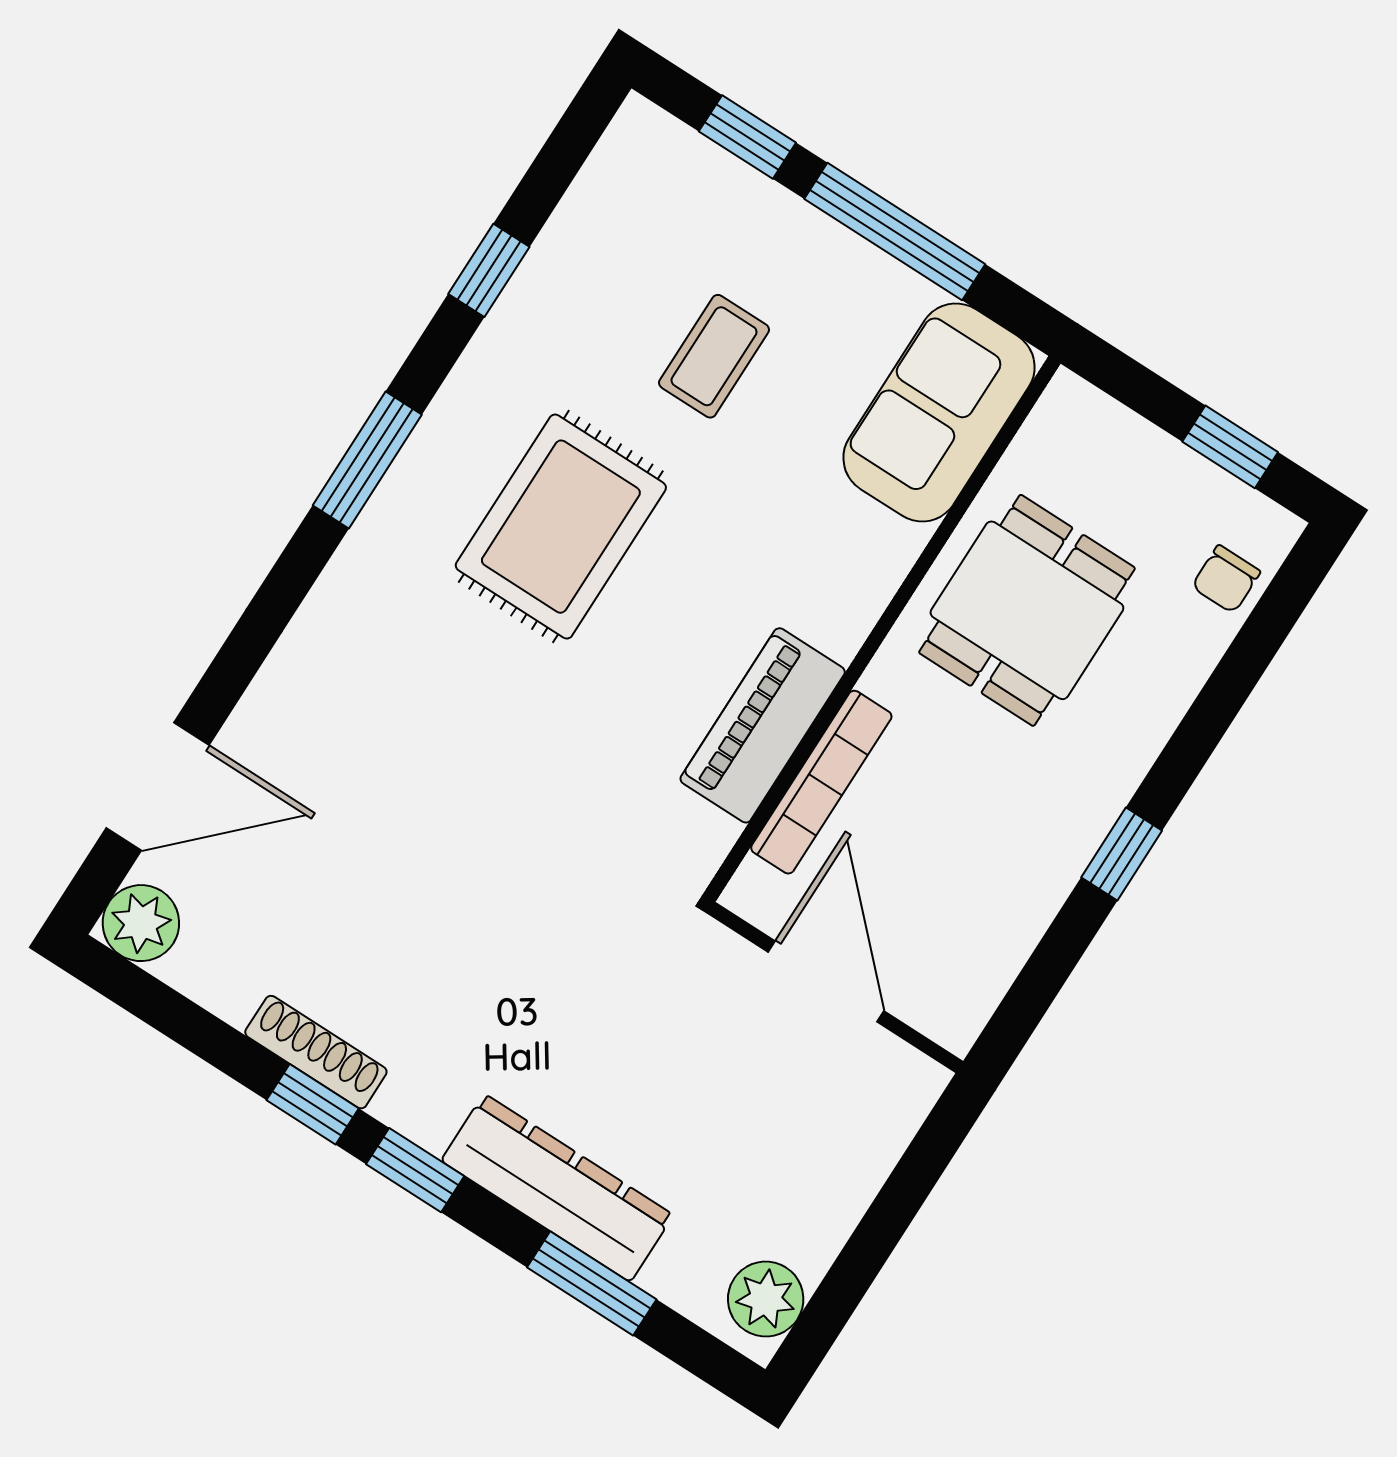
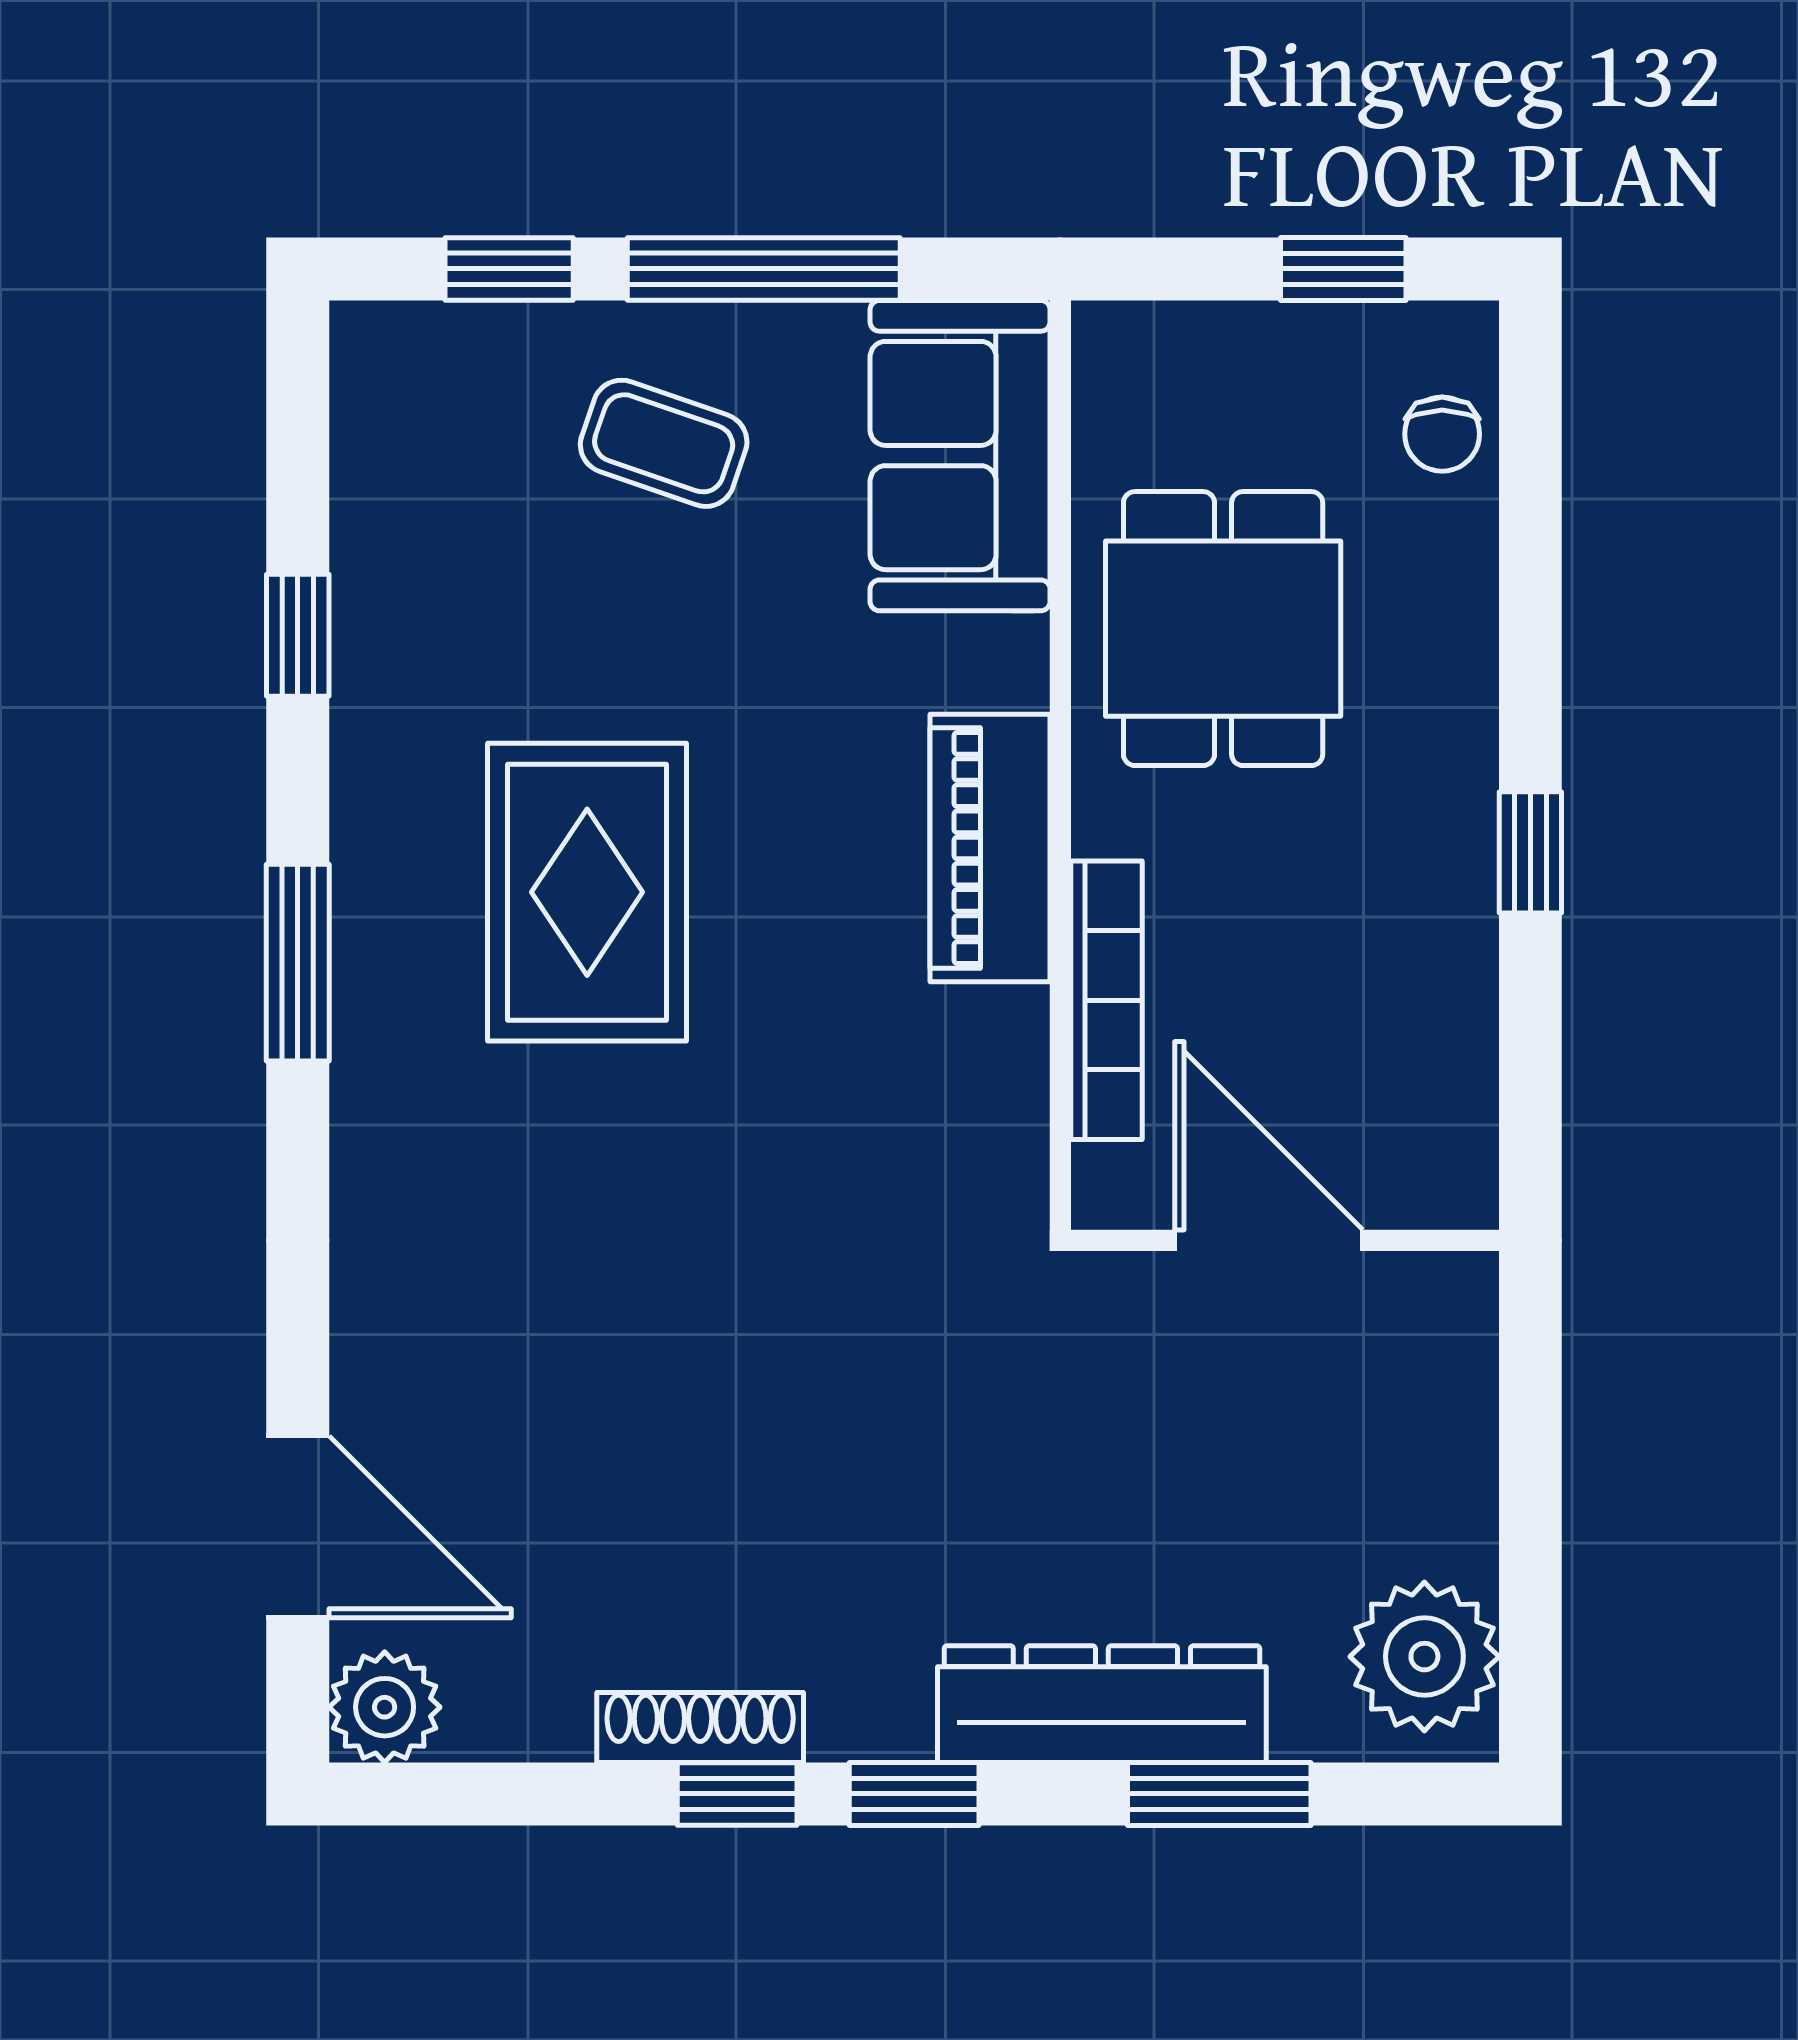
coffee table: (714, 356) -> (664, 443), moved, turned -71
piano: (763, 725) -> (990, 848), moved
door: (158, 786) -> (298, 1527), hinge flipped
plant: (766, 1299) -> (1424, 1657), width x1.36, depth x1.36

